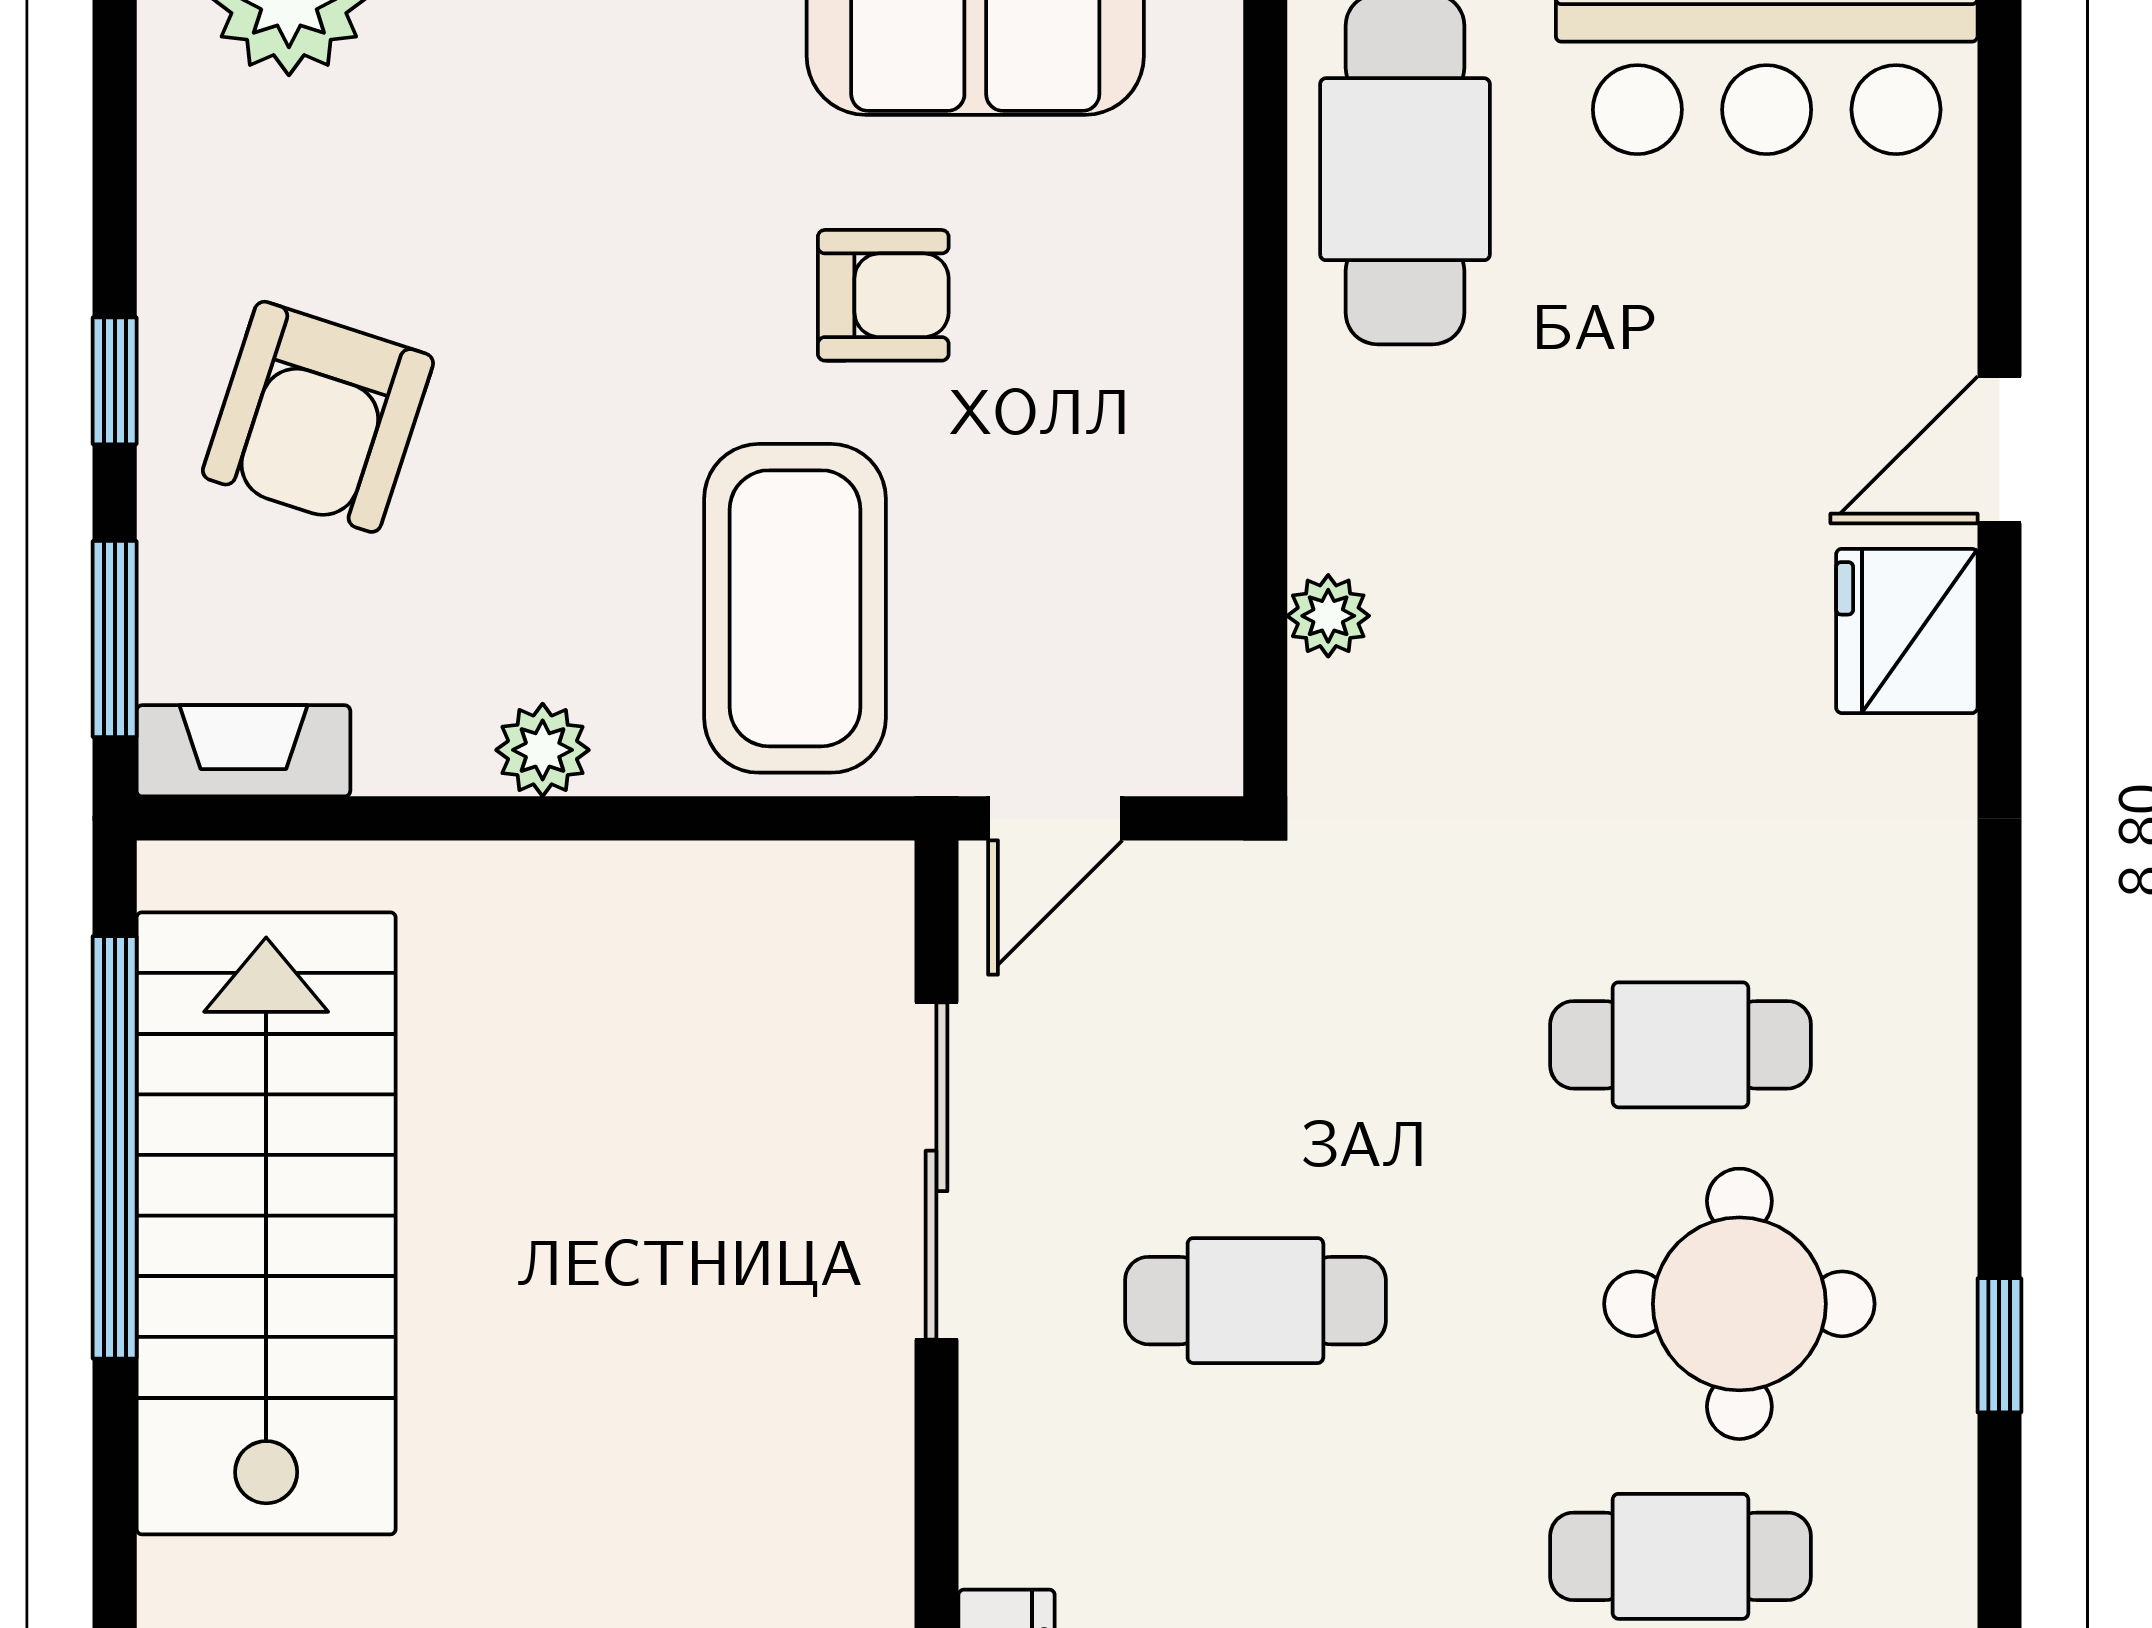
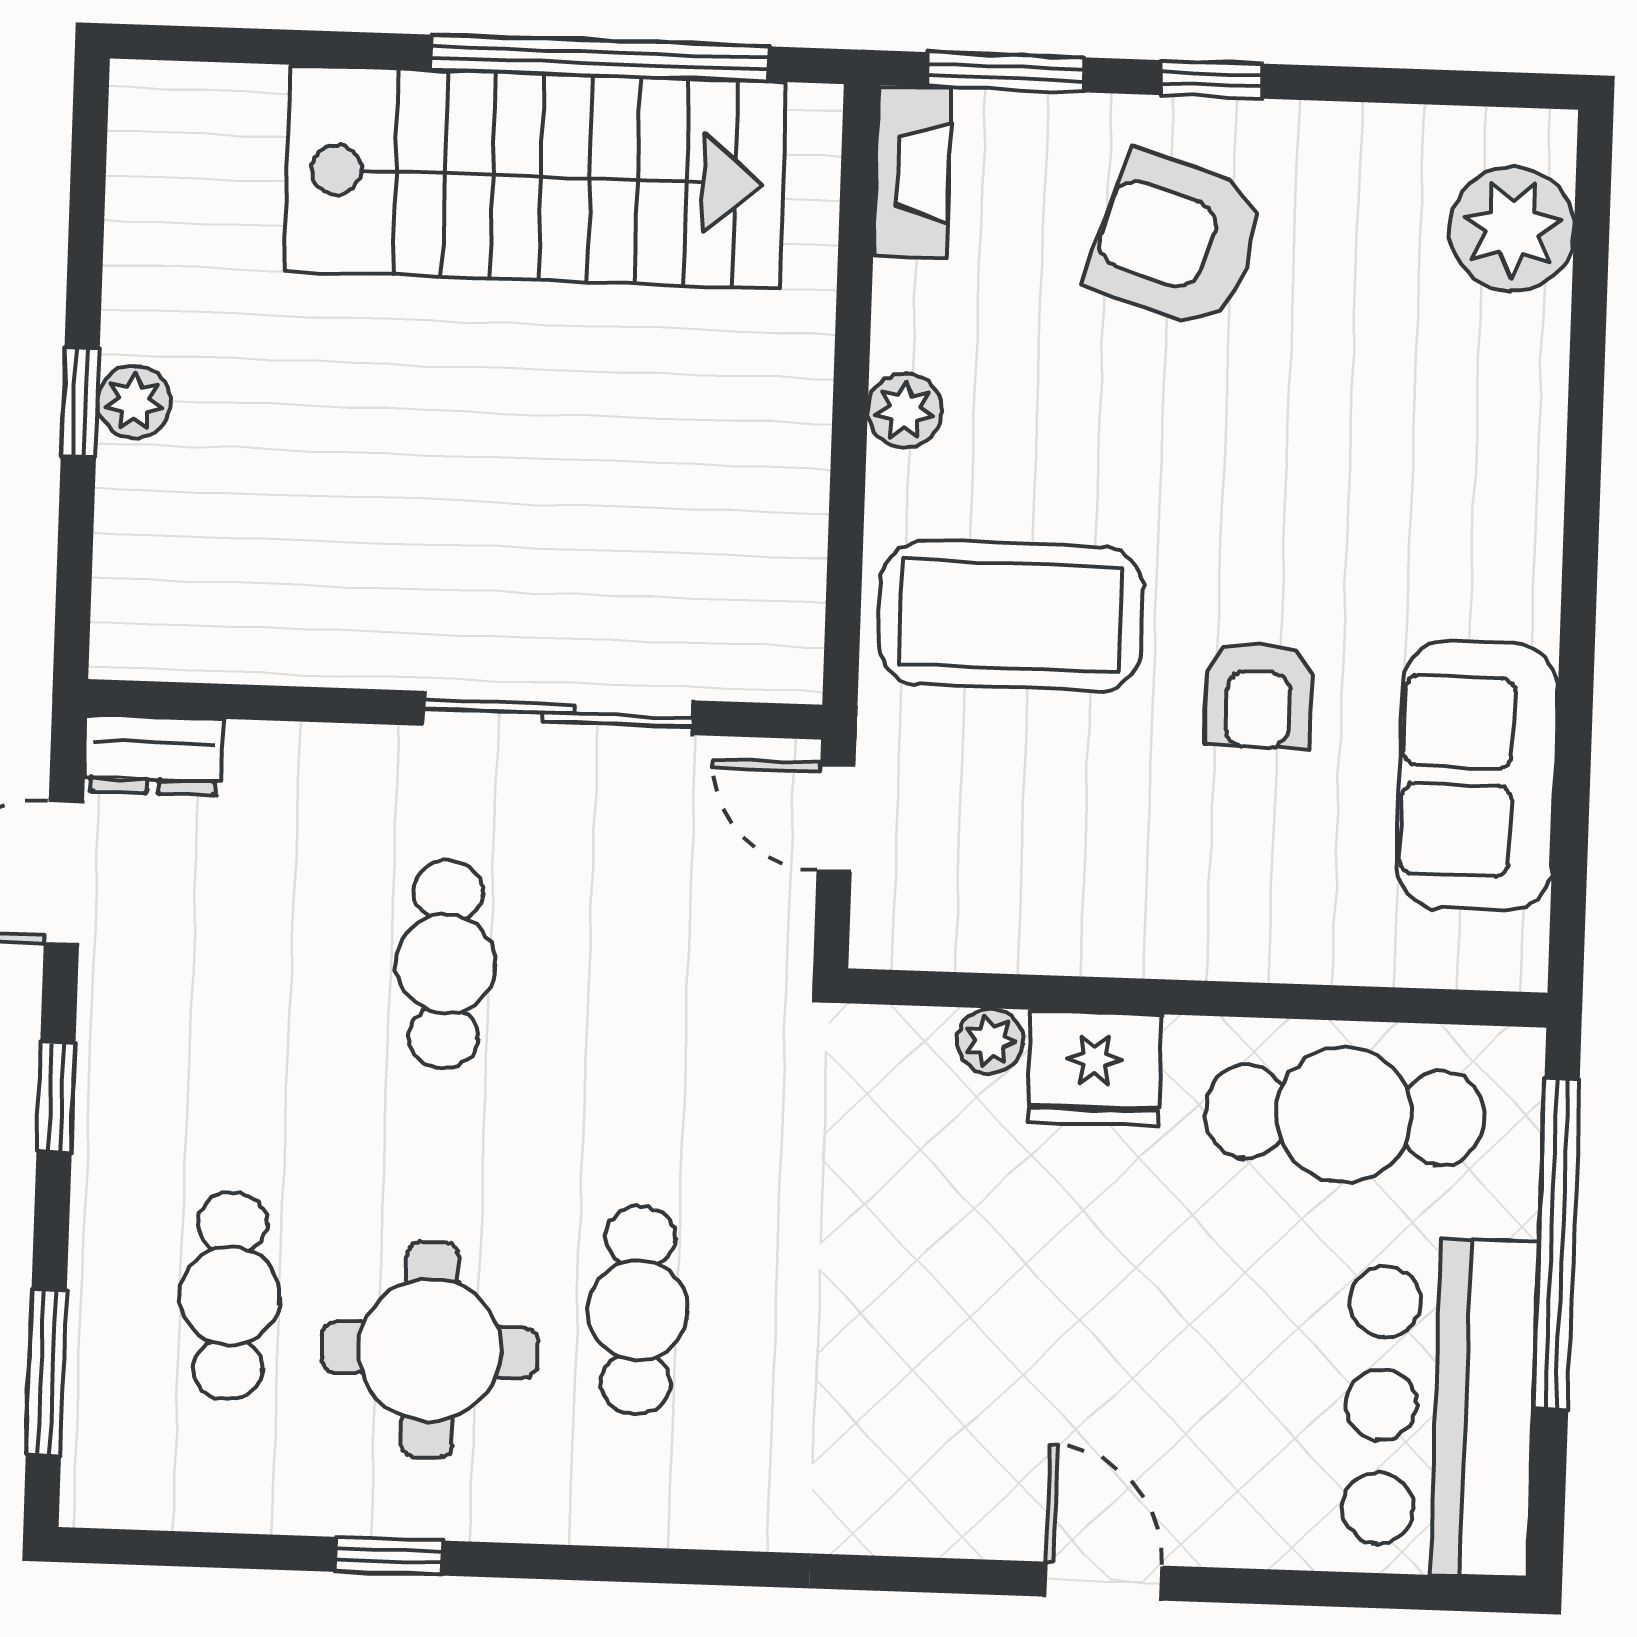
fridge: (1907, 631) -> (1094, 1068), moved, turned 180

